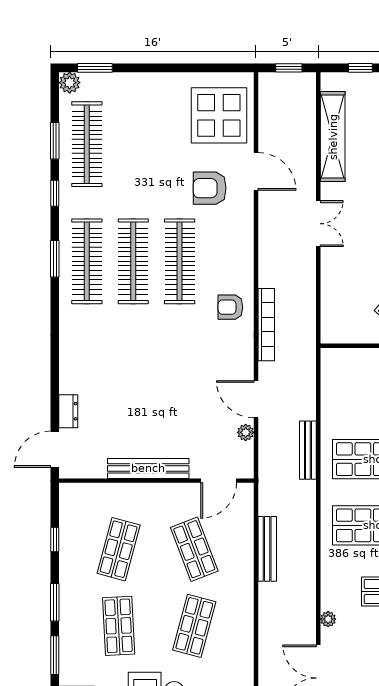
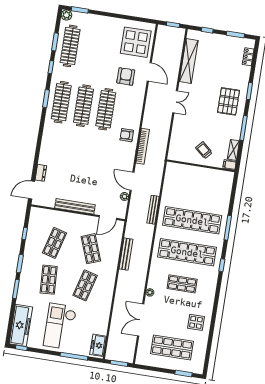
armchair: (210, 188) -> (126, 76), turned 90

